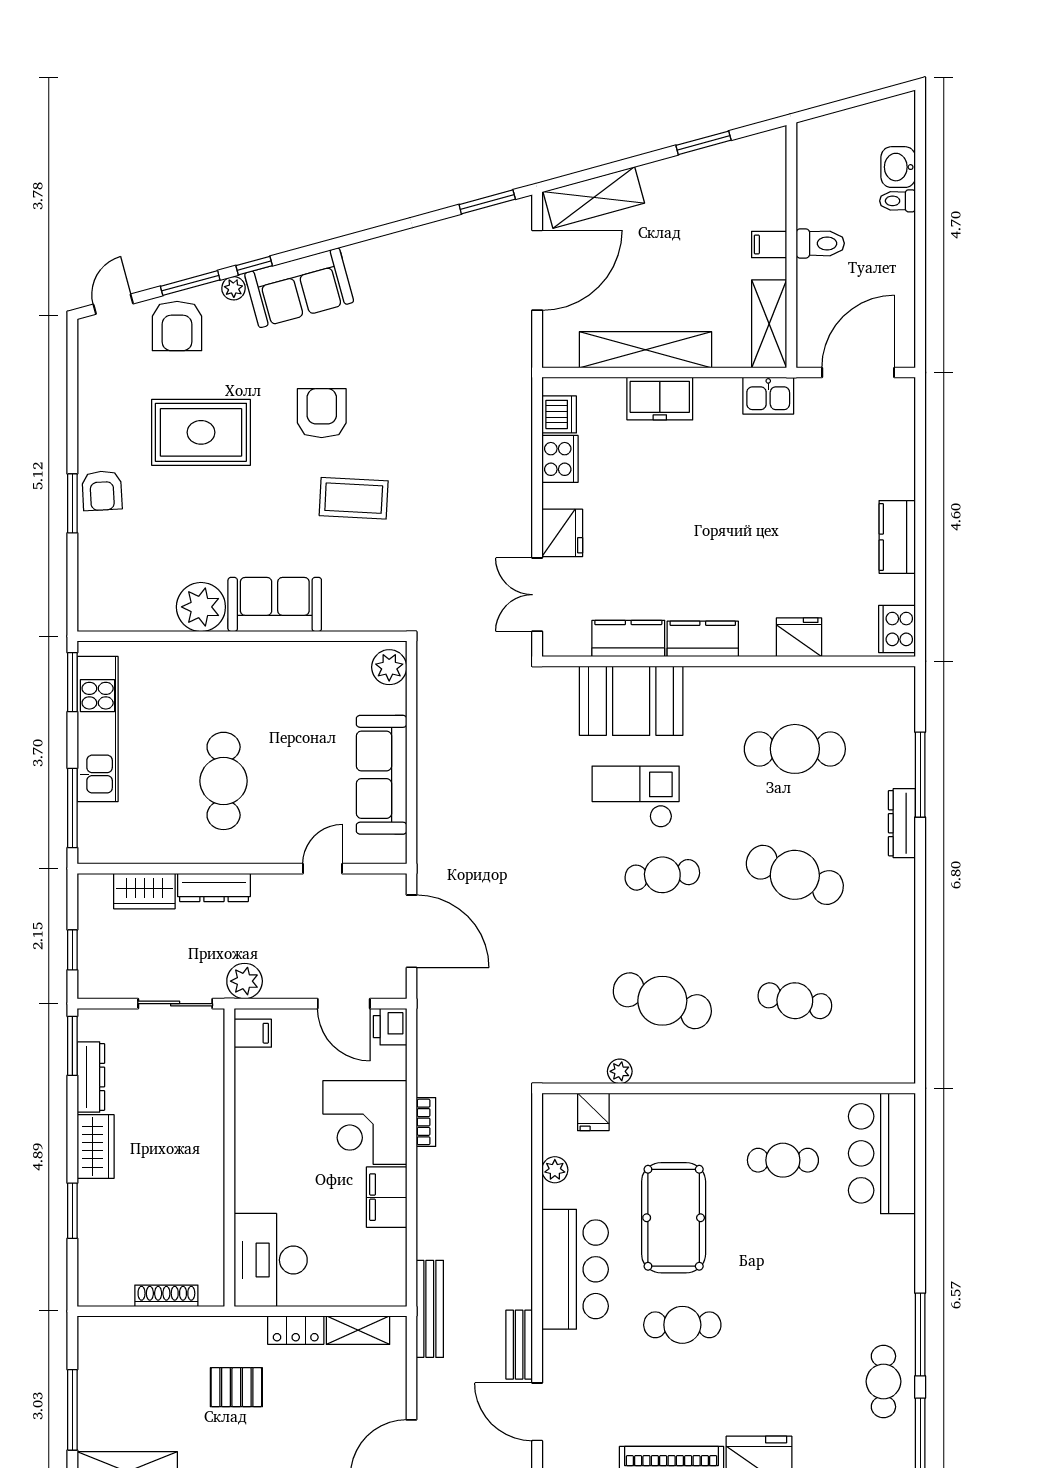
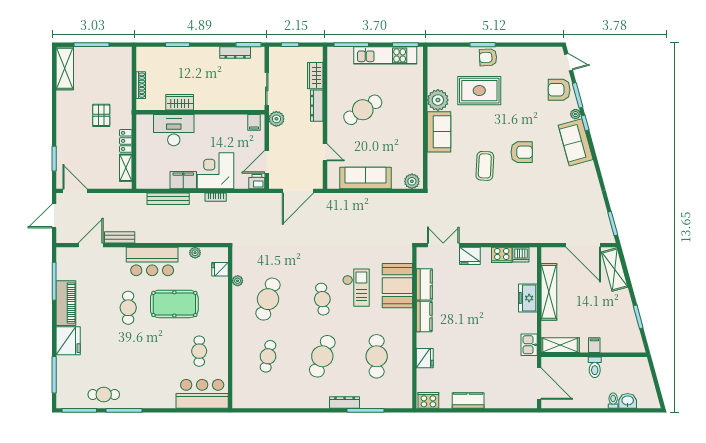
rug: (201, 432) -> (479, 91), moved, turned 90
cafe table: (224, 781) -> (363, 110), turned -33
wardrobe: (96, 1147) -> (180, 102), moved, turned 180
desk: (271, 1260) -> (174, 130), moved
bench: (430, 1309) -> (168, 199), moved

